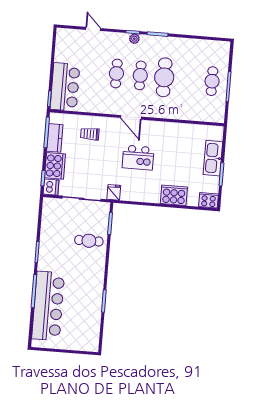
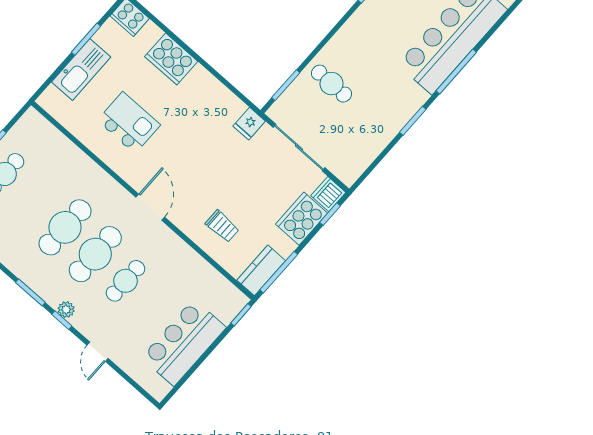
door: (93, 29) -> (98, 352), moved
cafe table: (140, 75) -> (95, 254), width x1.37, depth x1.35
bar counter: (65, 87) -> (184, 343), moved
kitchen counter: (55, 138) -> (261, 270), moved
kitchen island: (138, 158) -> (129, 123), moved

